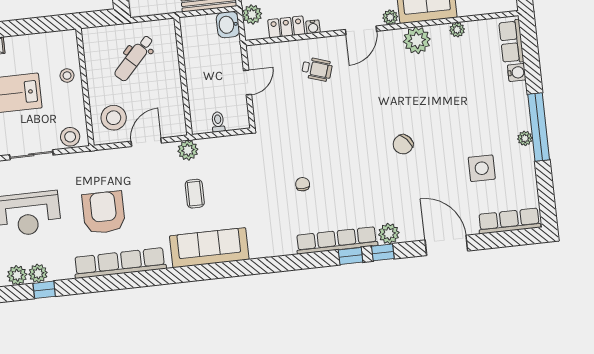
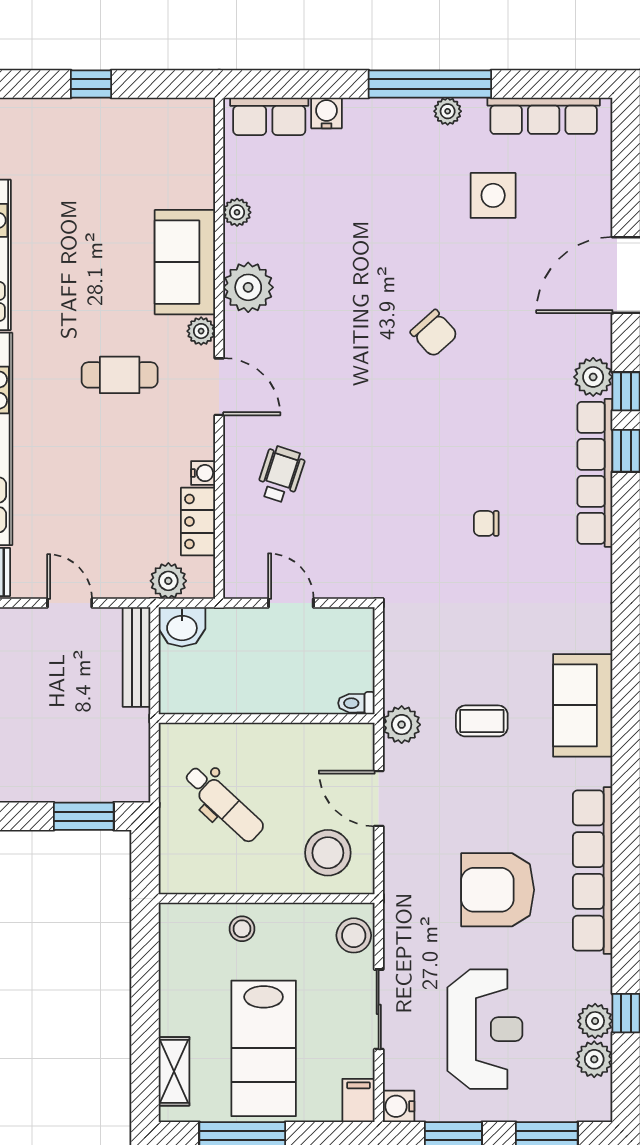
toilet: (218, 122) -> (356, 703), moved
row of seats: (509, 221) -> (544, 116), moved, turned -90
sofa: (209, 248) -> (583, 705), width x0.73

